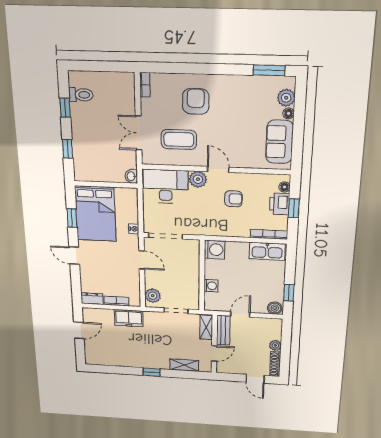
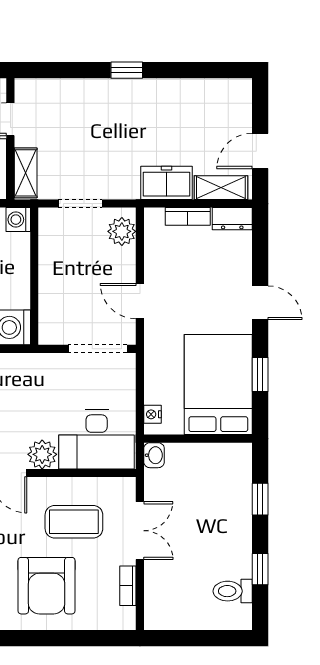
bookcase: (145, 85) -> (128, 586), moved
armchair: (196, 101) -> (47, 586), width x1.36, depth x1.36
nightstand: (134, 229) -> (152, 414), moved
washing machine: (211, 286) -> (18, 220), moved
shelving: (184, 365) -> (221, 188), moved

